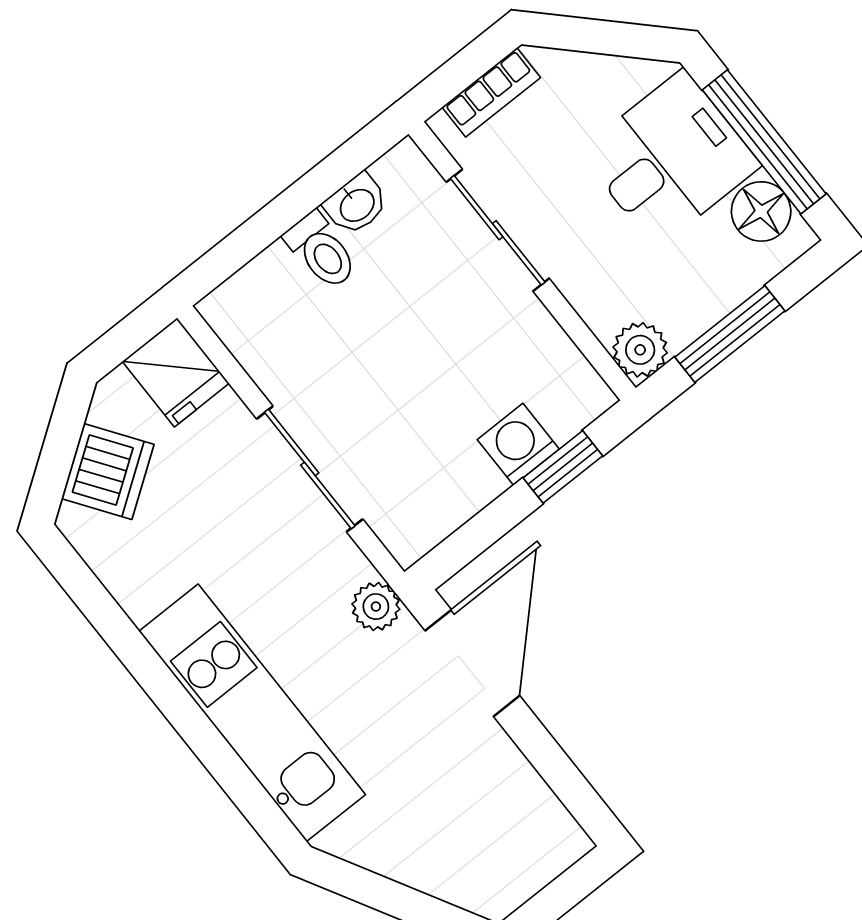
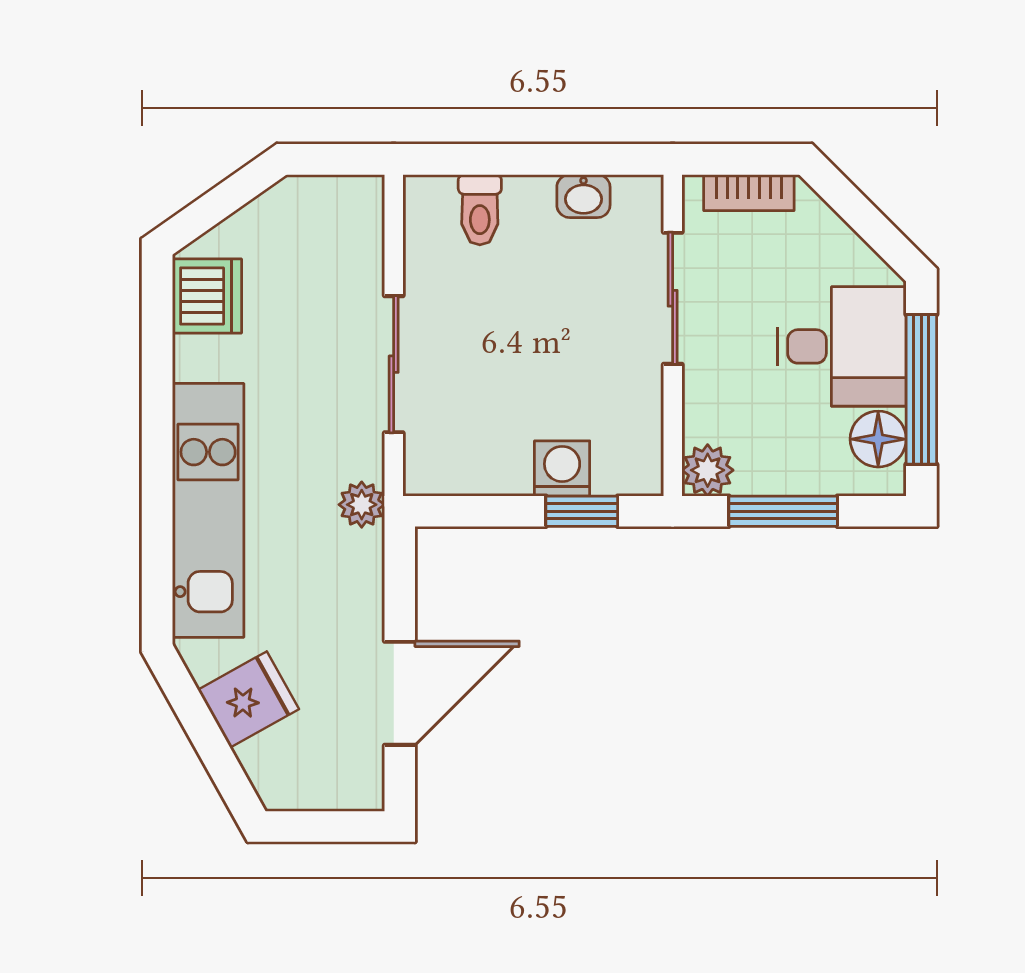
toilet: (321, 251) -> (480, 210), moved
fridge: (176, 372) -> (248, 699), moved, turned -119
dishwasher: (108, 472) -> (207, 296), moved, turned -55
door: (472, 663) -> (400, 693), moved

